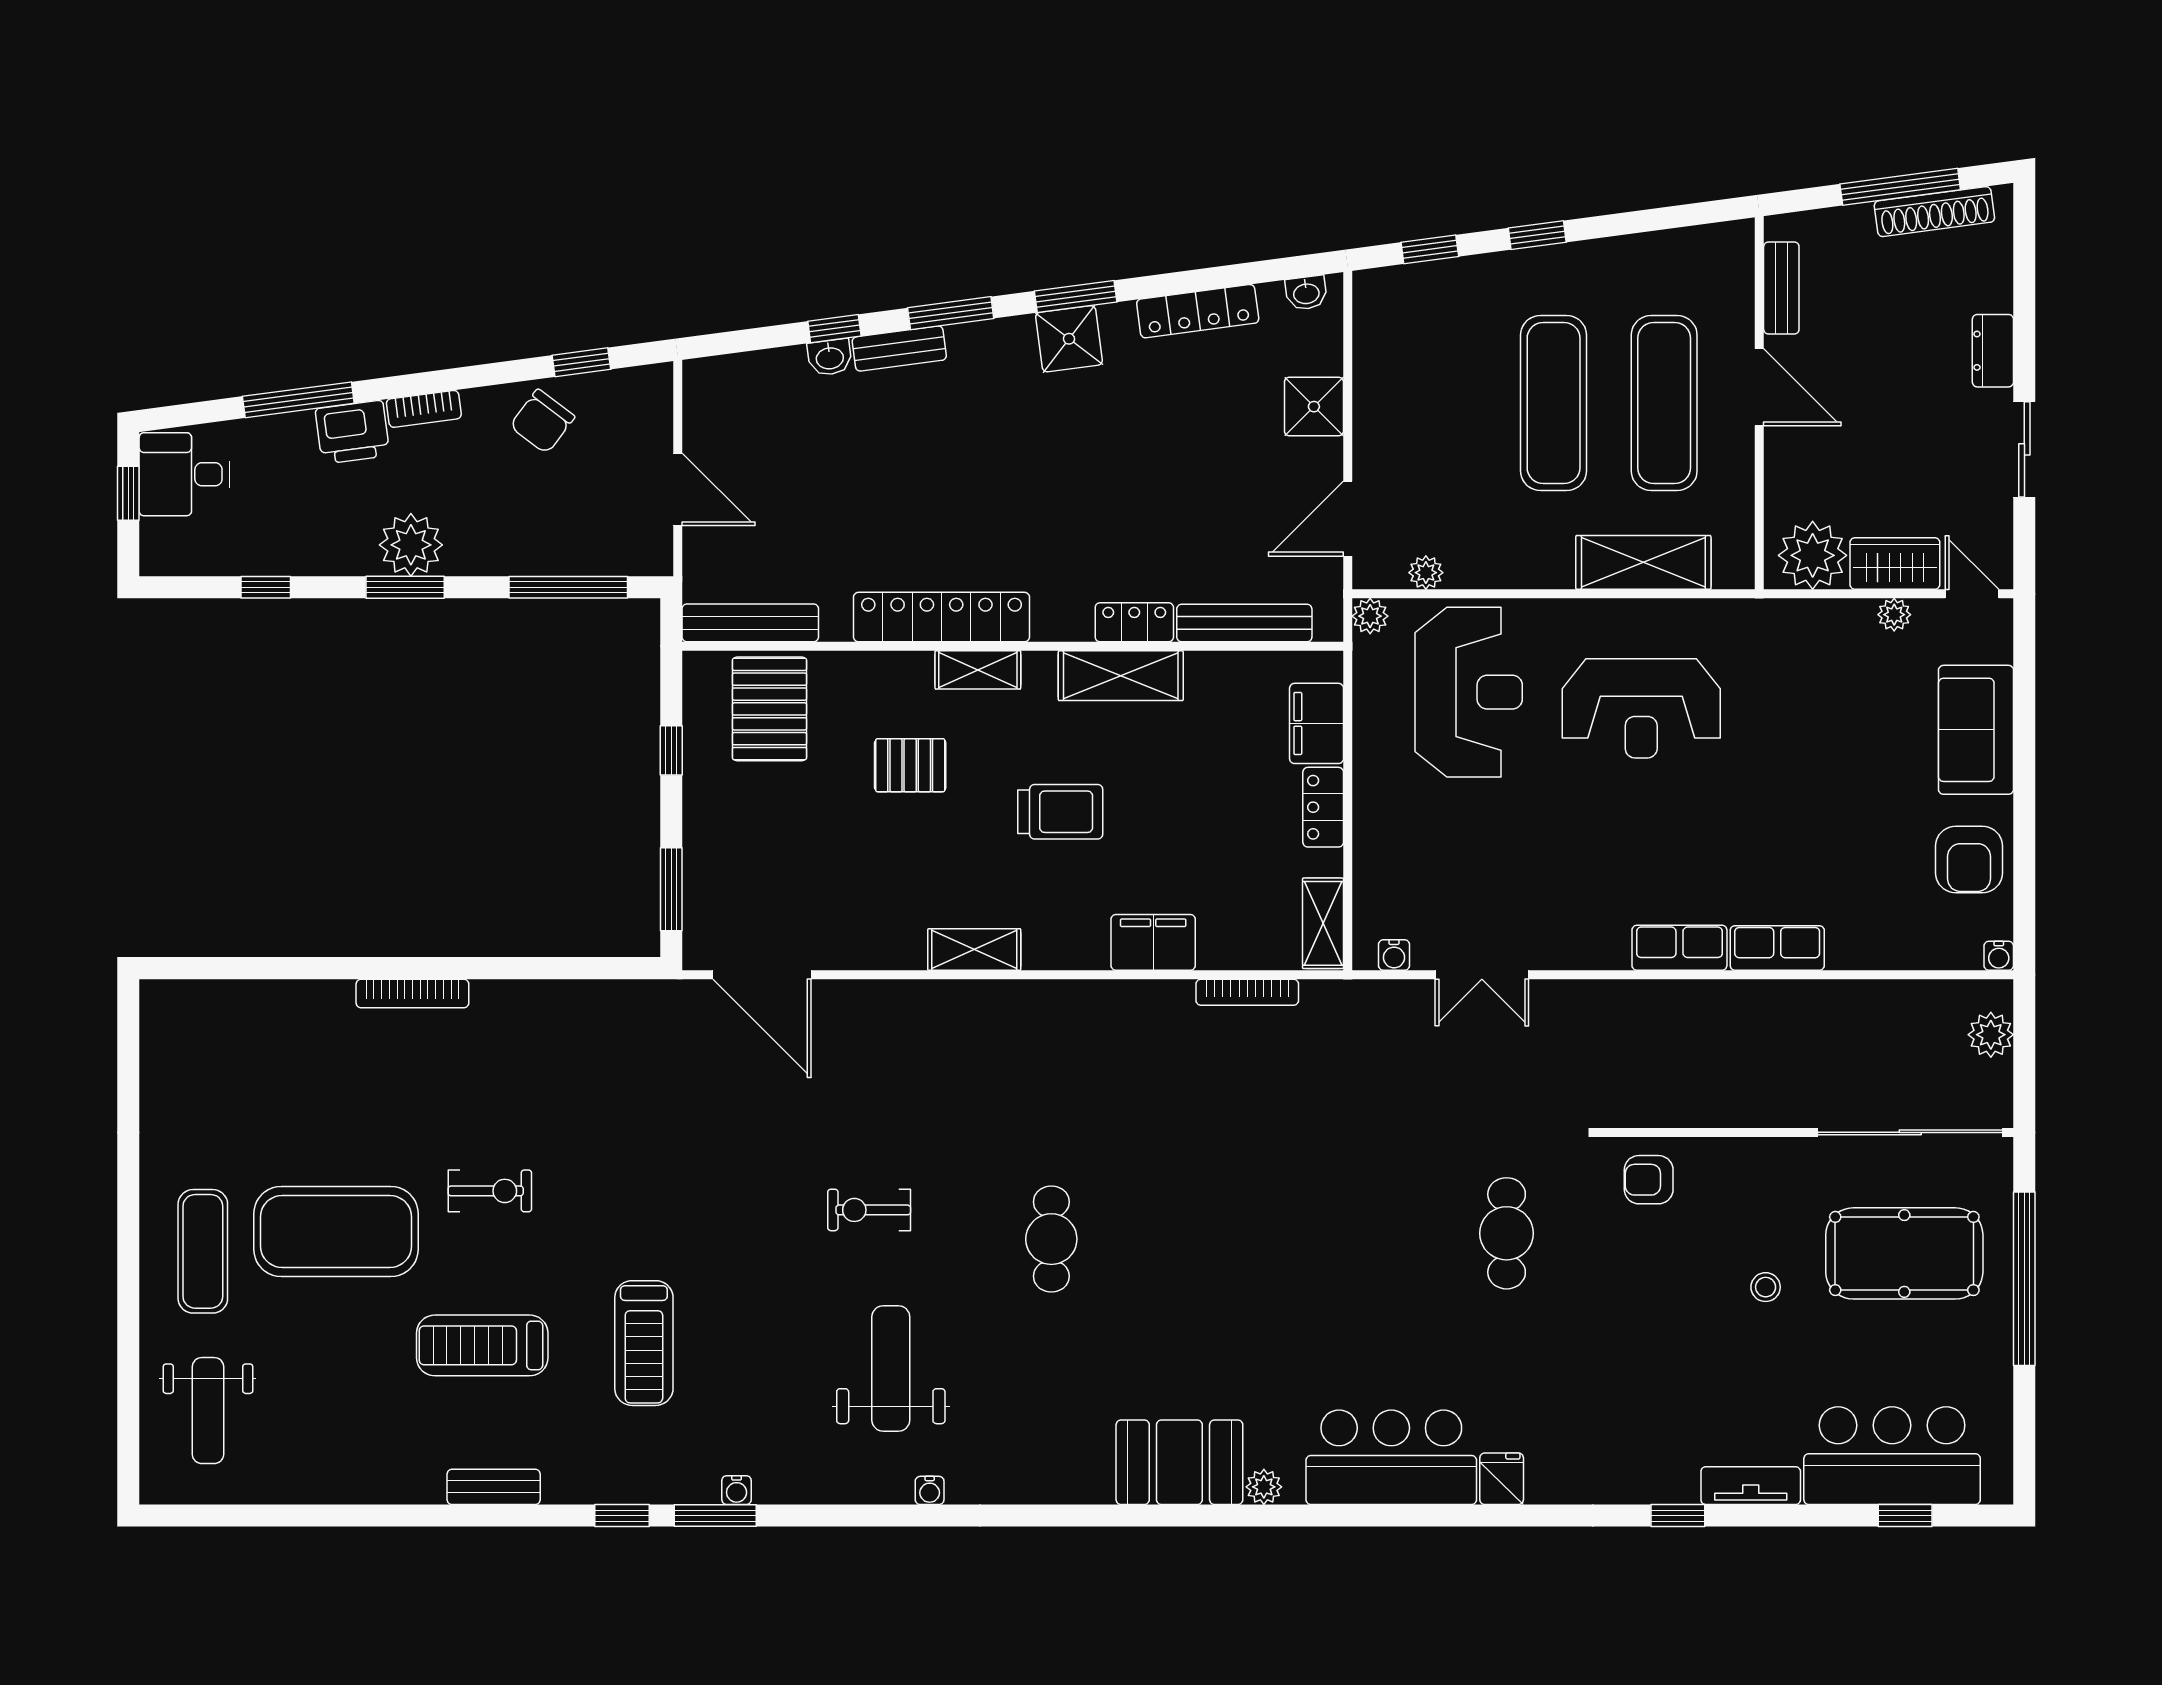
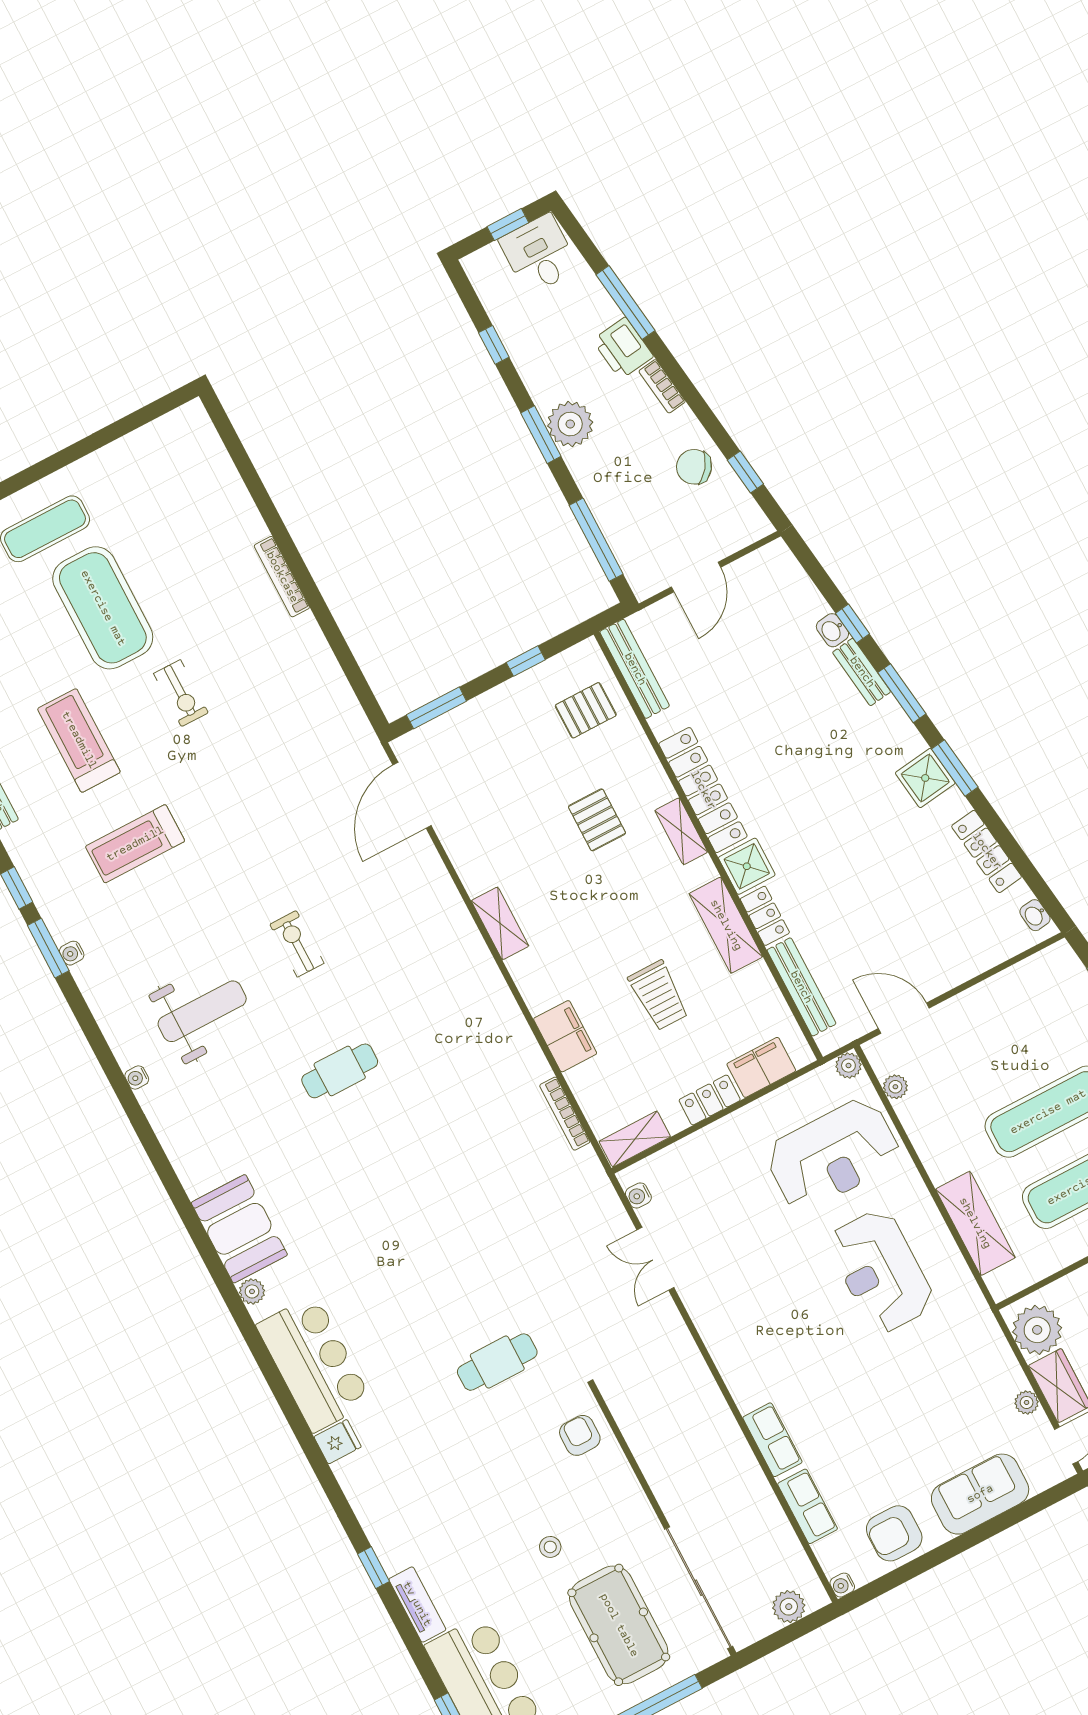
shower: (1314, 407) -> (747, 866), moved
pallet: (769, 709) -> (586, 710), width x0.67, depth x0.71
trolley: (1060, 812) -> (659, 995), moved
row of seats: (1679, 948) -> (808, 1506), moved

